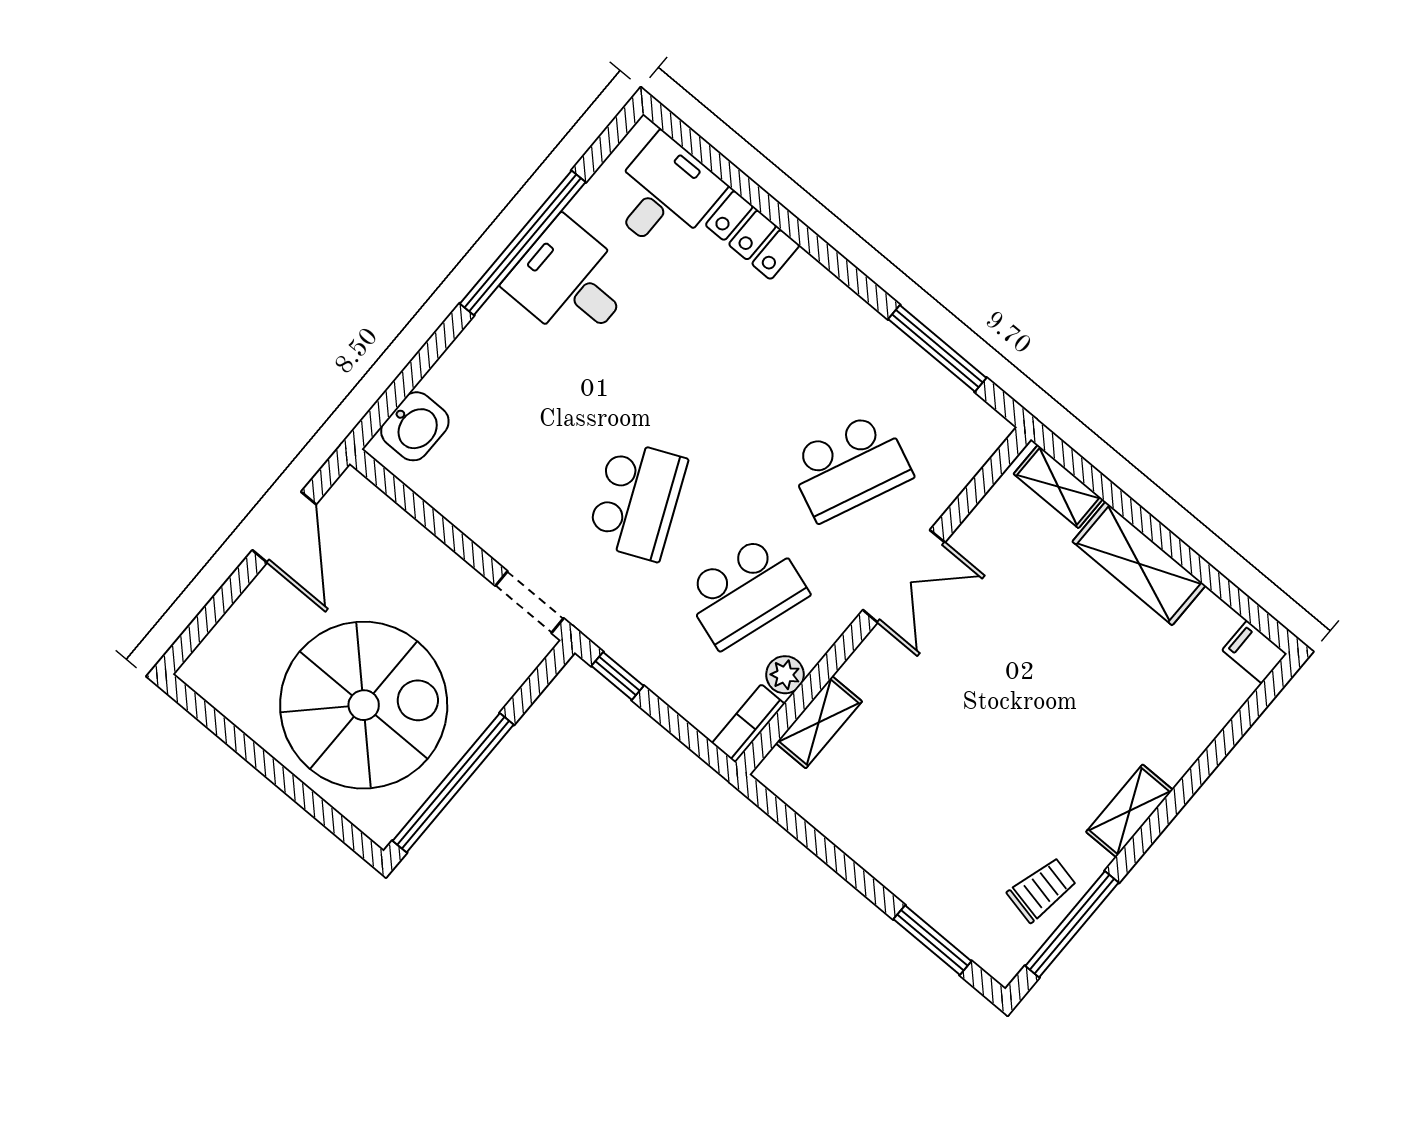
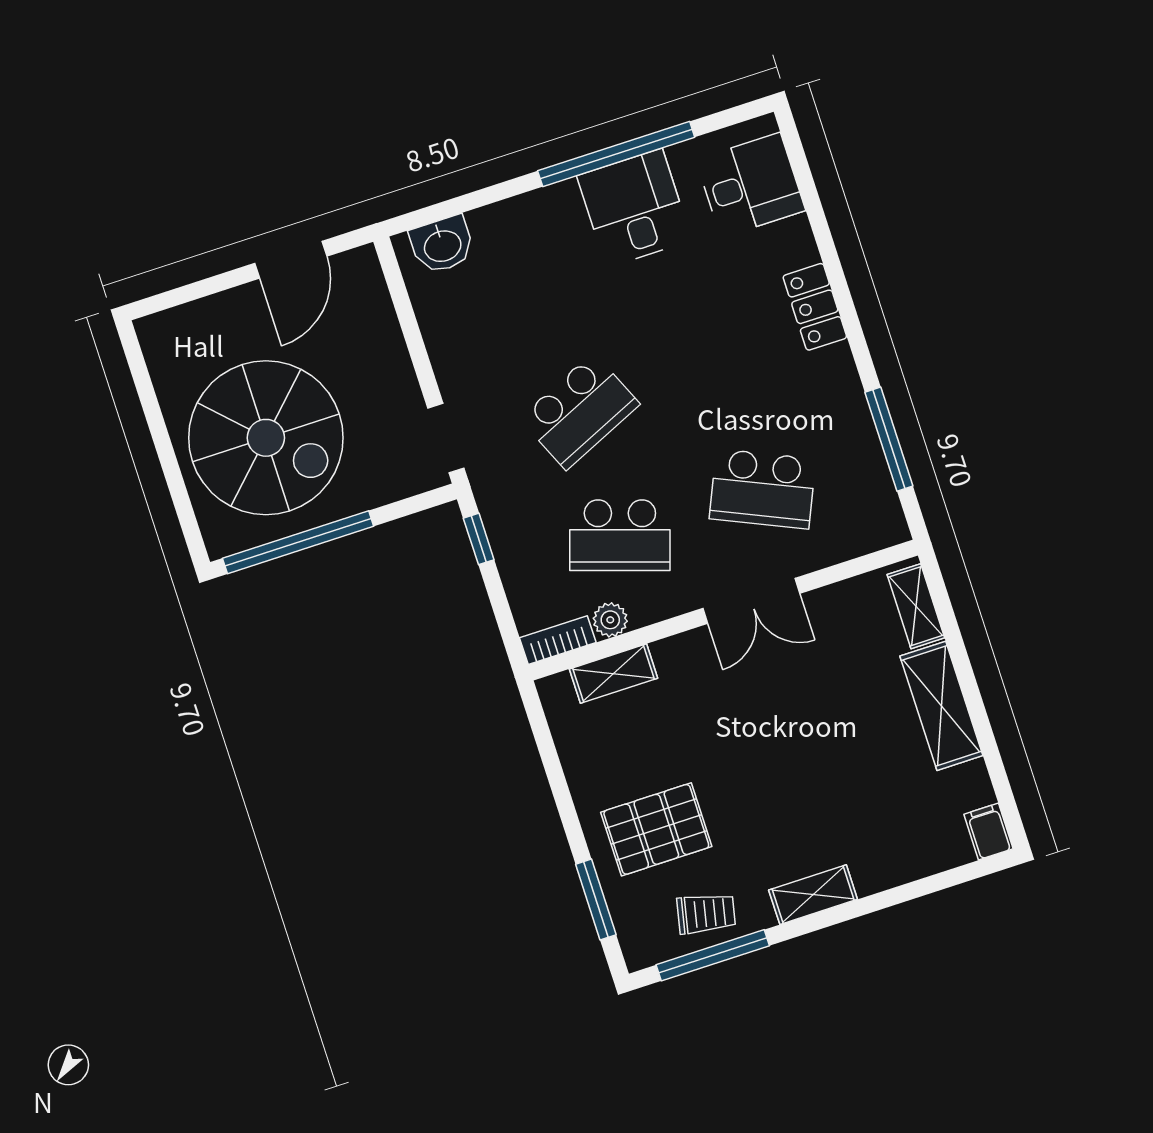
locker: (752, 235) -> (815, 307), moved
pallet: (948, 841) -> (656, 829), added

